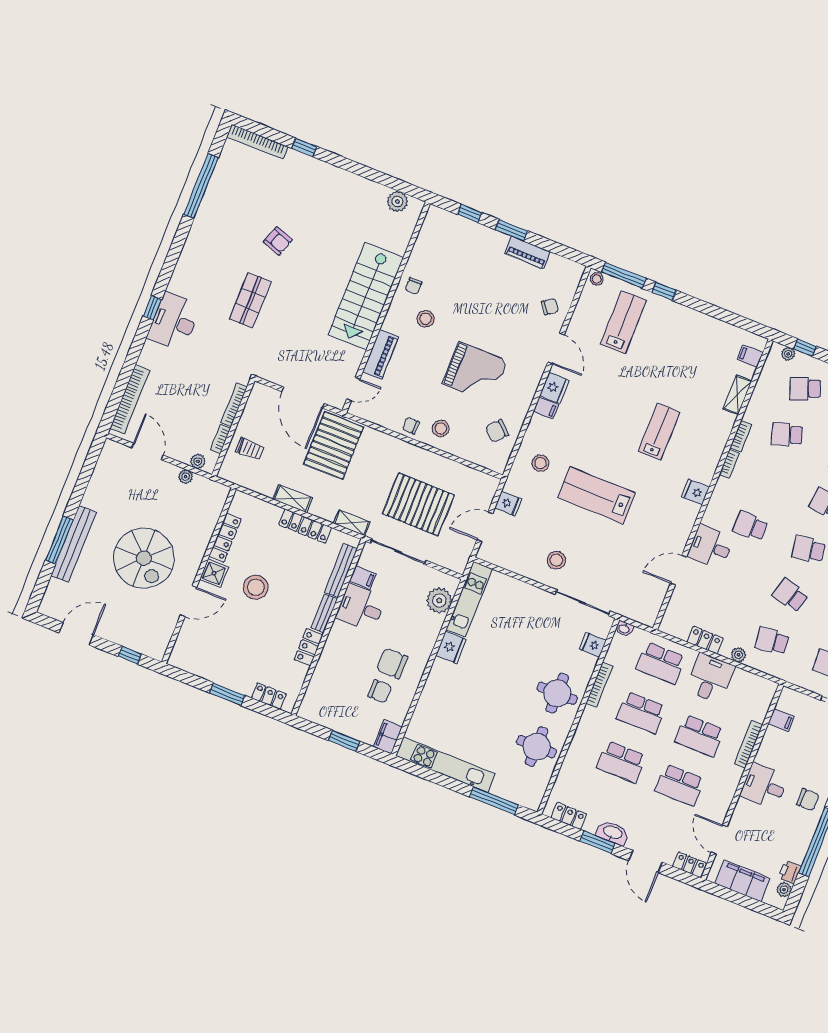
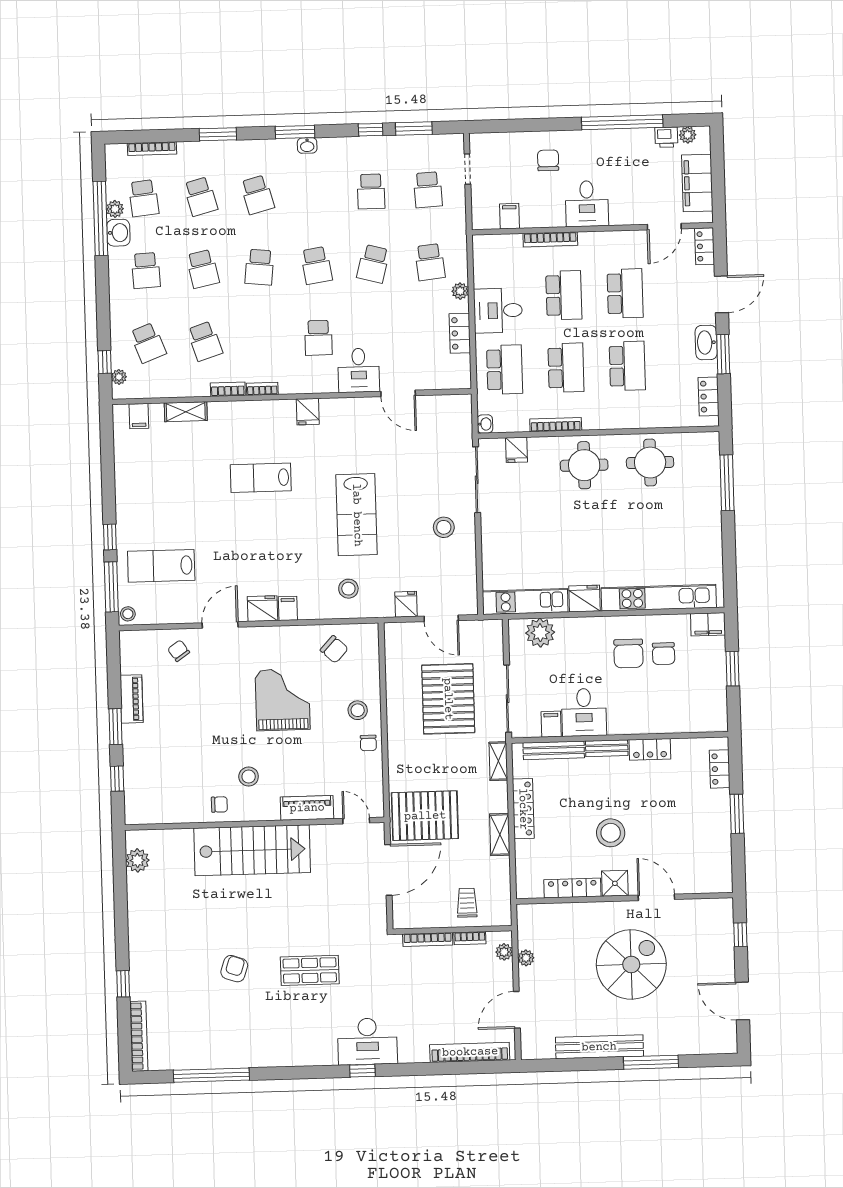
bench: (74, 544) -> (599, 1047), moved
chair: (380, 691) -> (664, 654), turned 180
kitchen unit: (445, 765) -> (659, 598), moved, turned 90
chair: (808, 800) -> (548, 160), moved

